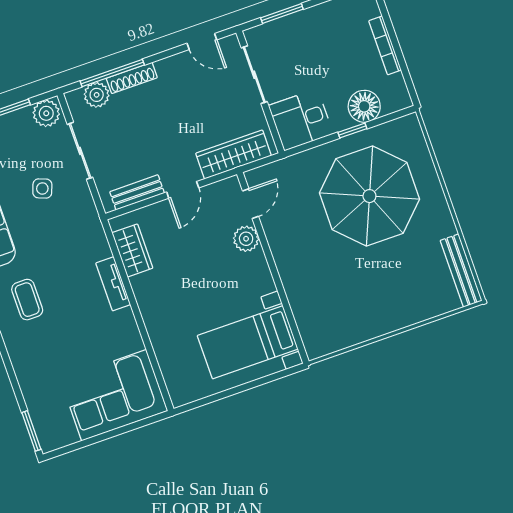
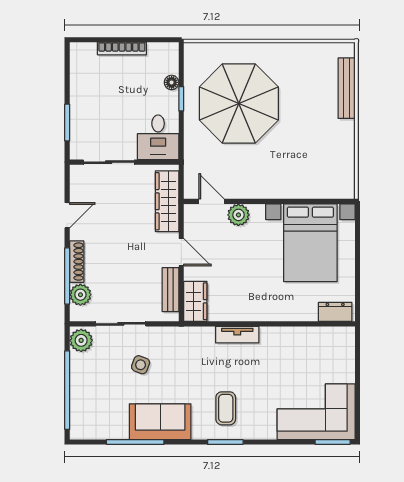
door: (202, 42) -> (67, 215), moved
floor lamp: (364, 106) -> (172, 82), width x0.53, depth x0.53
wardrobe: (132, 250) -> (195, 301), moved, turned 90
bench: (461, 271) -> (347, 88), moved, turned 90
coffee table: (27, 300) -> (226, 408), turned 90
bed with nightstands: (248, 342) -> (310, 243), width x1.36
dresser: (176, 383) -> (335, 312), added
corner sofa: (114, 395) -> (316, 412), moved, turned 90

